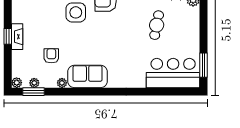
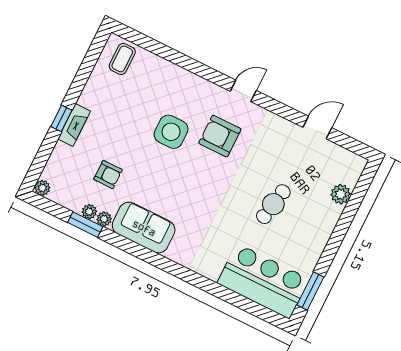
armchair: (51, 56) -> (108, 175), turned 90
plant: (34, 83) -> (89, 212), moved
window: (33, 92) -> (85, 225), moved

